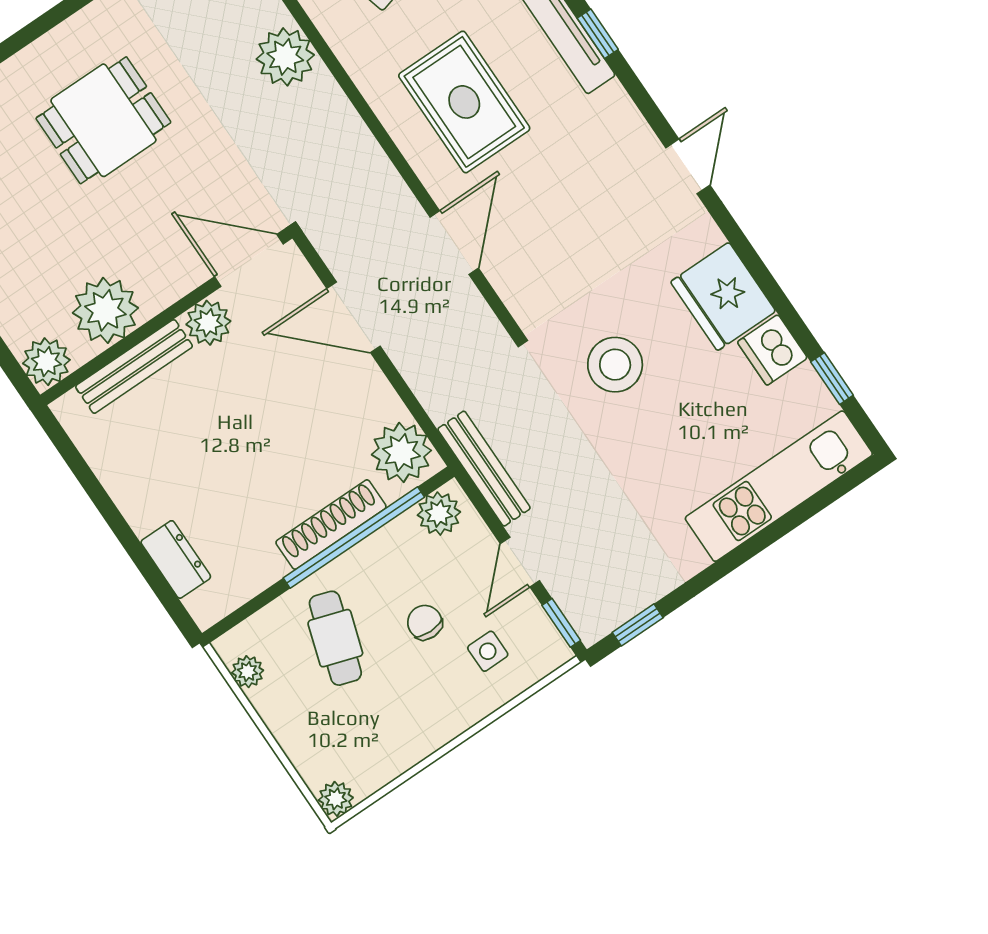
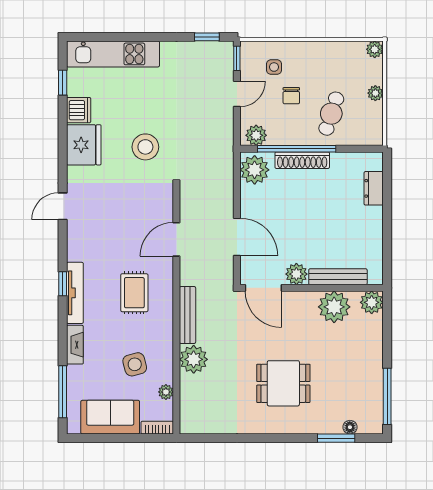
rug: (464, 102) -> (134, 293), width x0.73, depth x0.70
bench: (484, 469) -> (187, 315), moved
plant: (248, 672) -> (375, 93), moved

